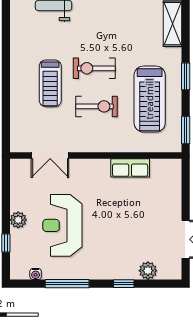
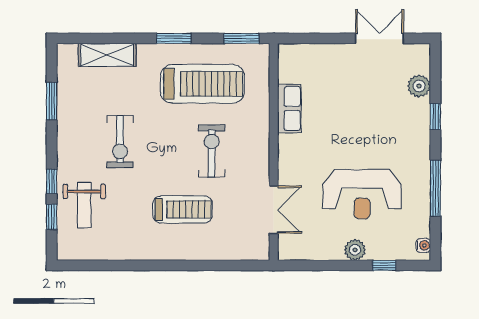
exercise bike: (94, 68) -> (120, 142), moved
water cooler: (36, 274) -> (423, 245), moved

